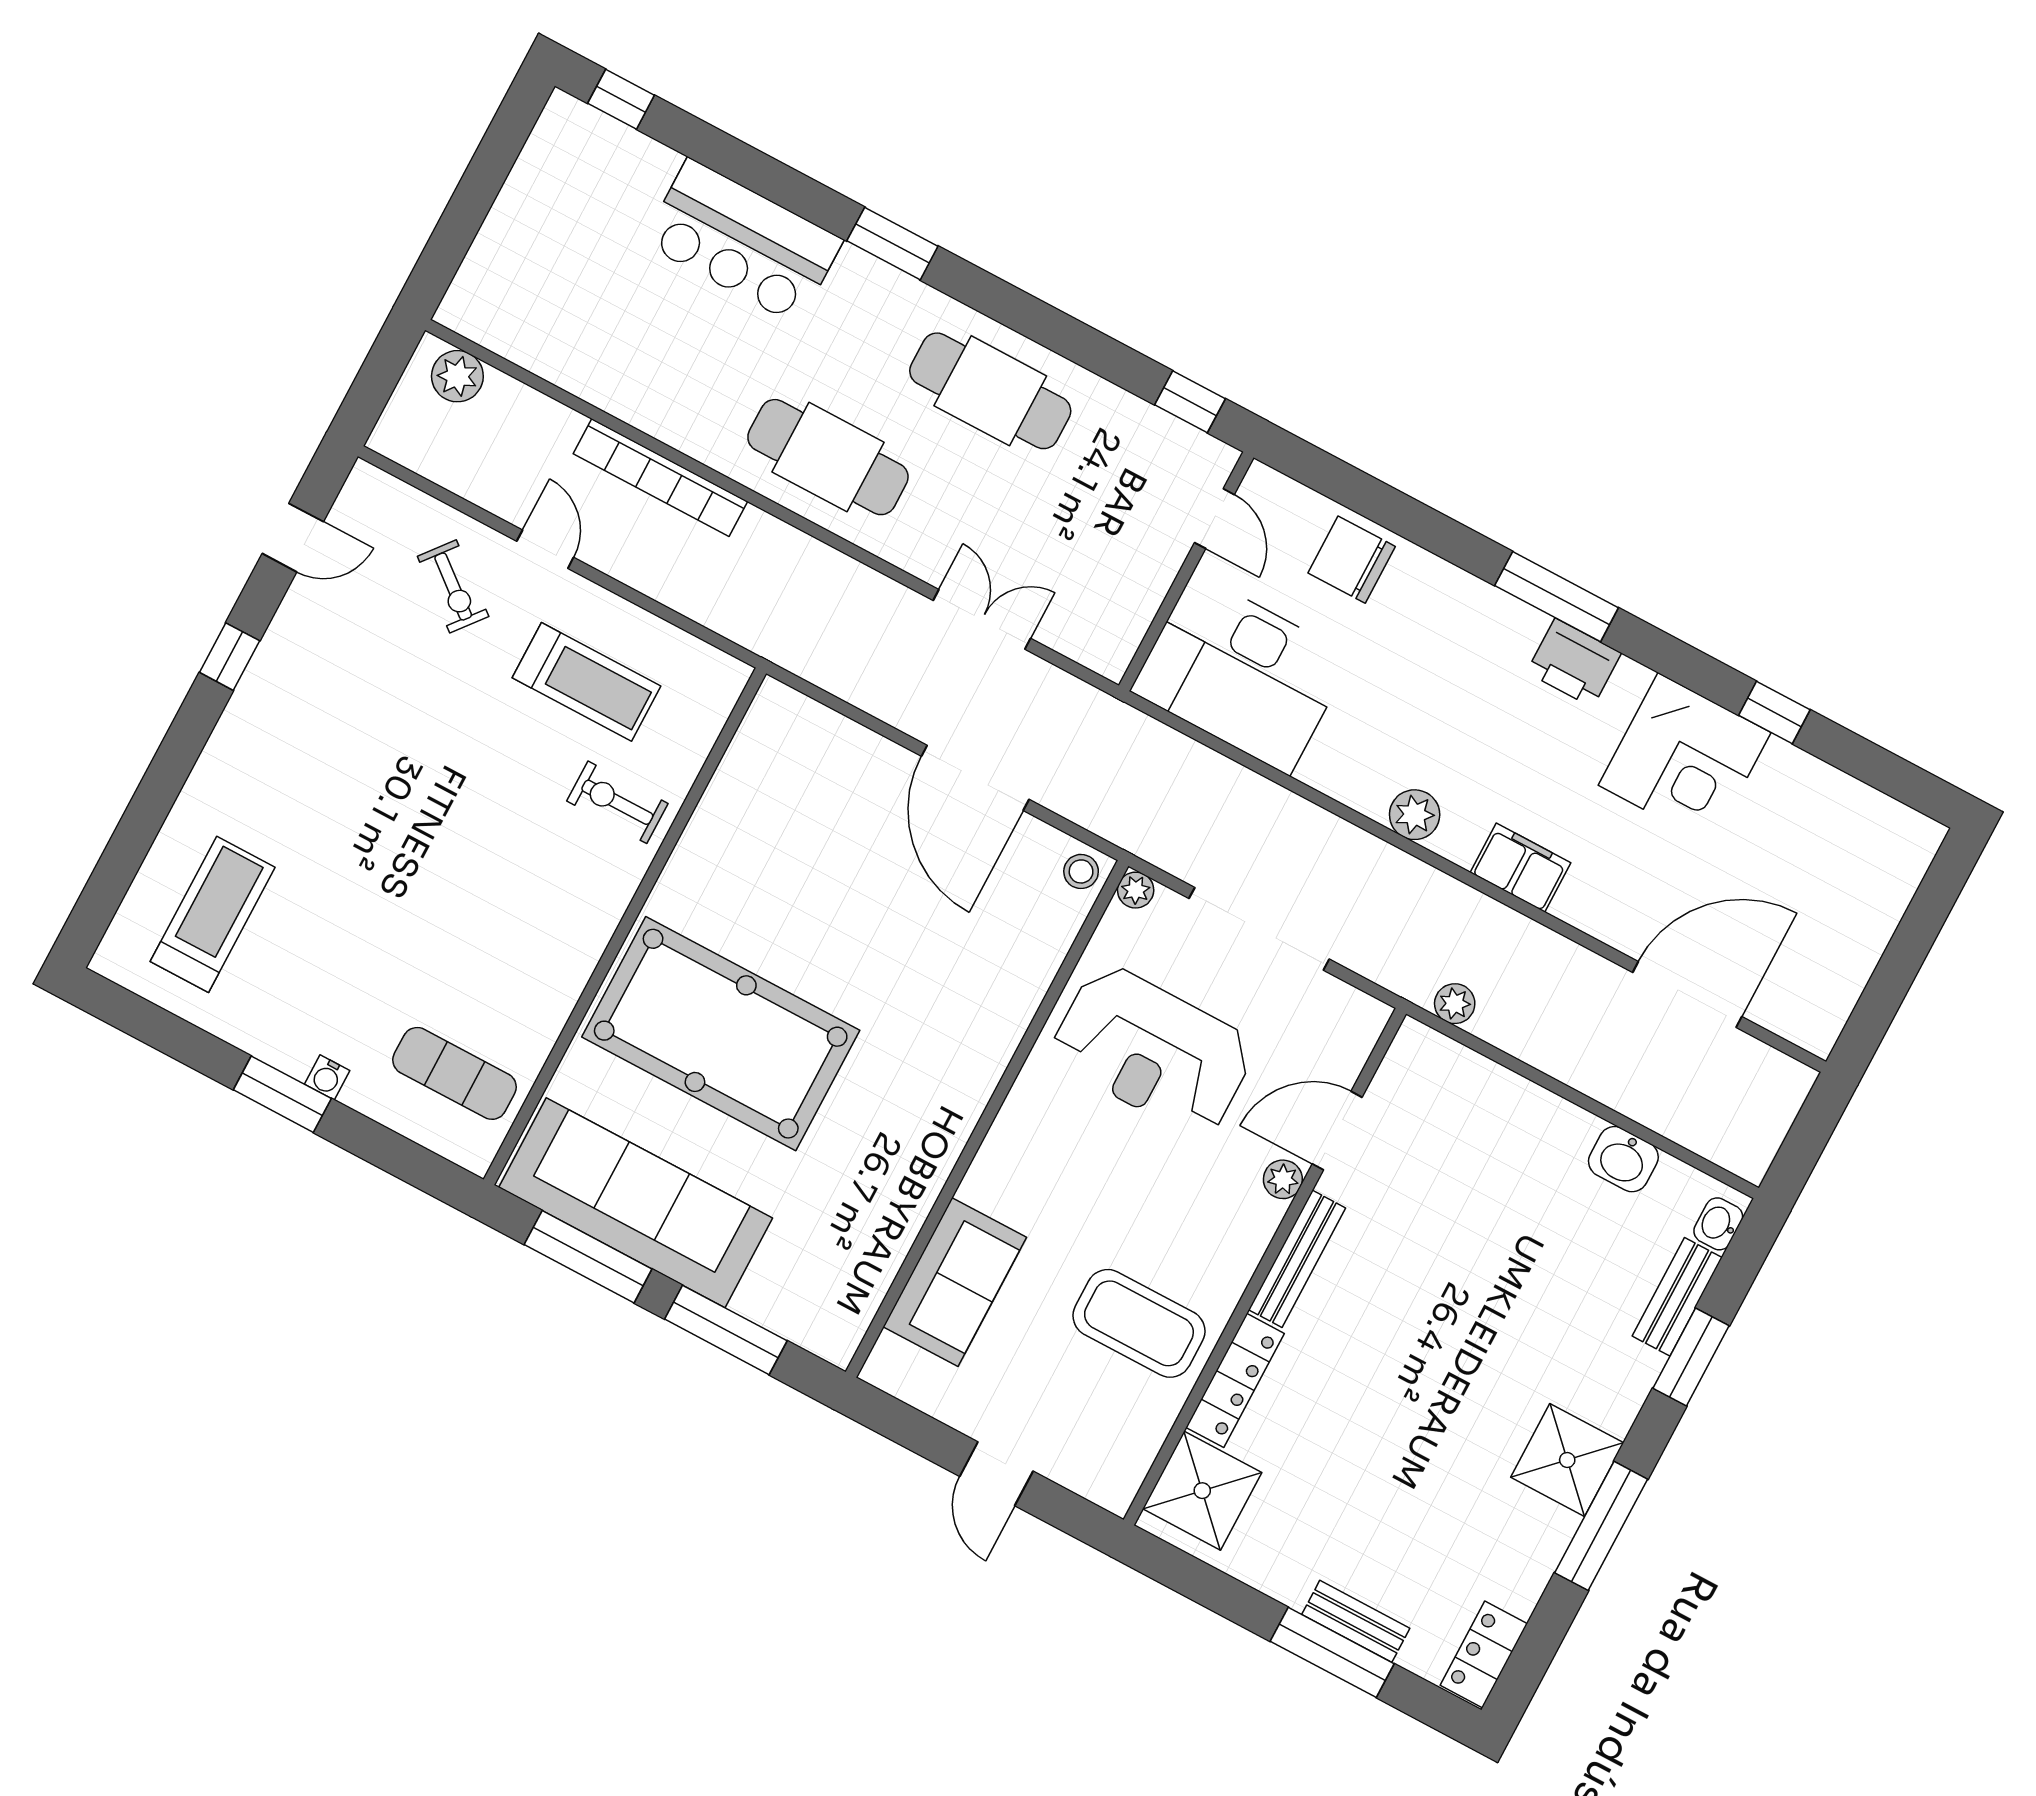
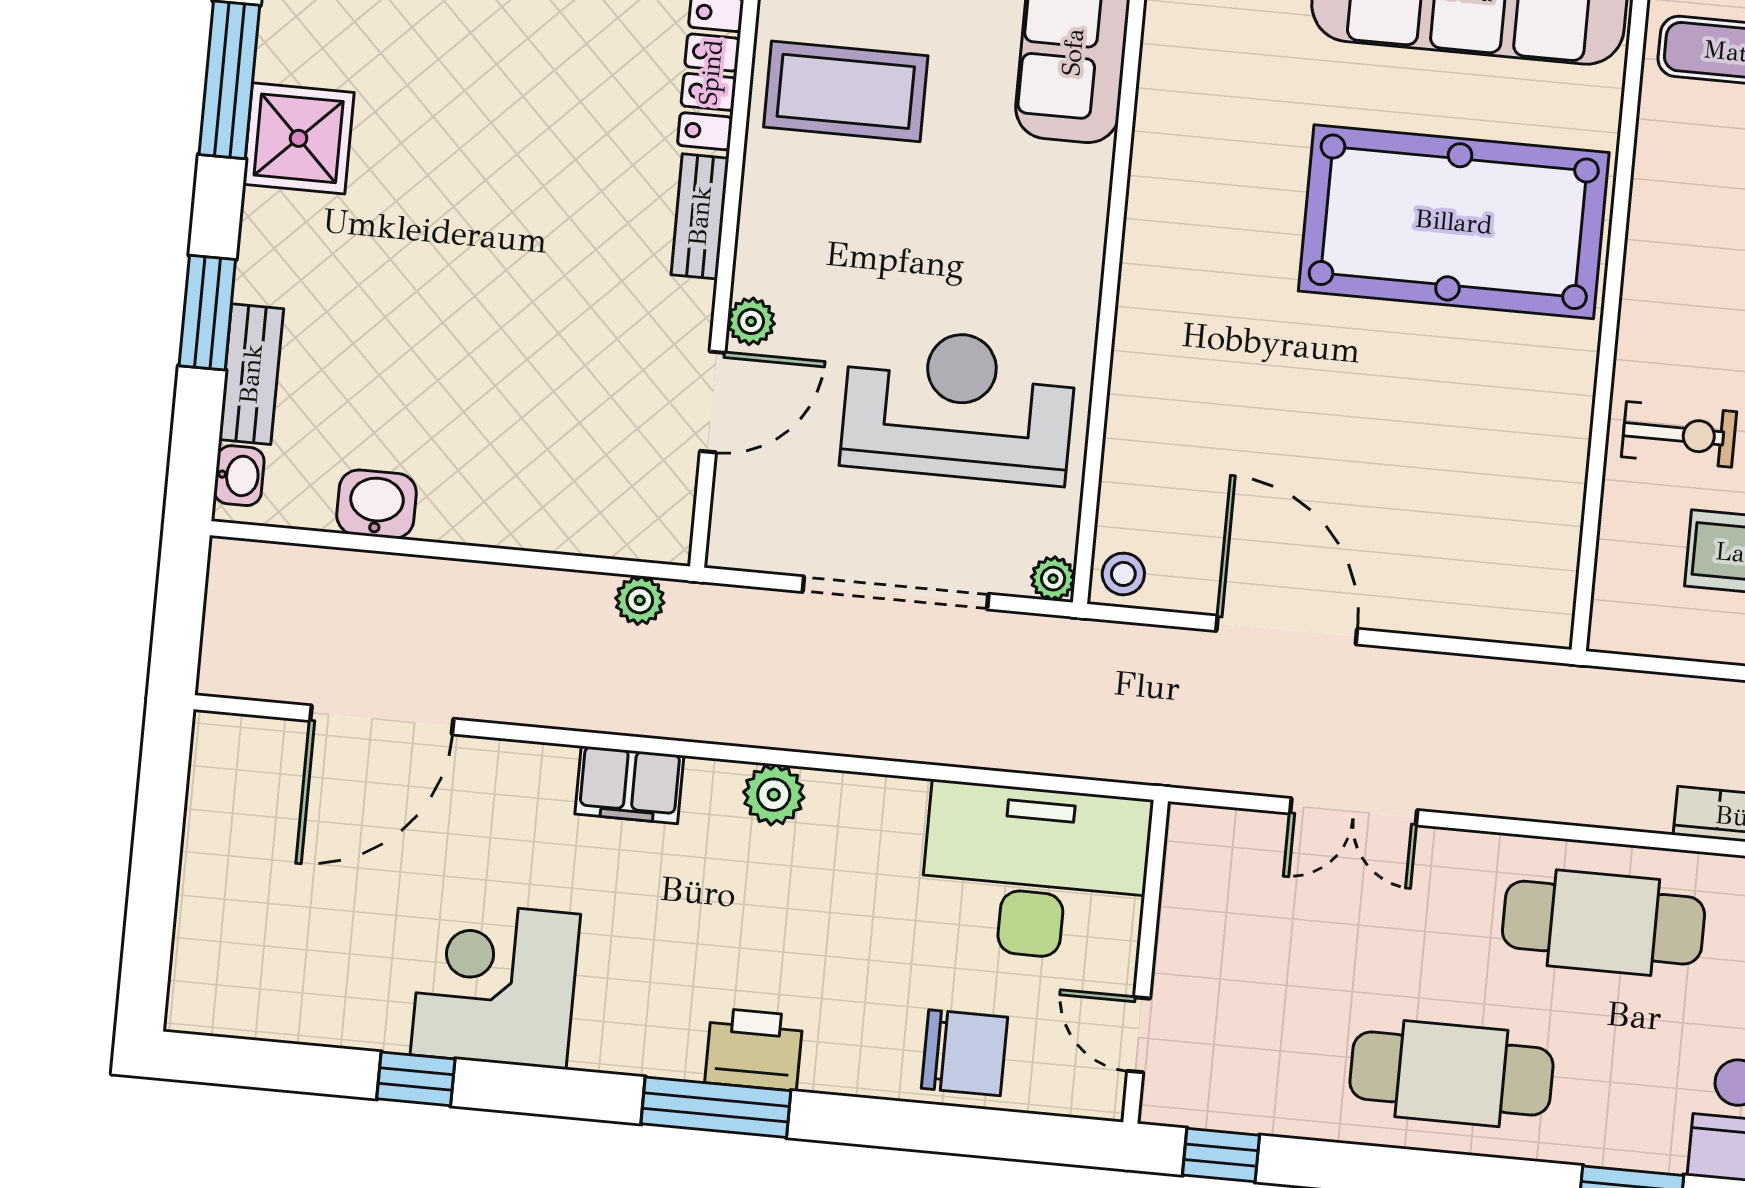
printer: (1574, 663) -> (754, 1049), moved
bench: (1297, 1259) -> (700, 216), width x0.73

